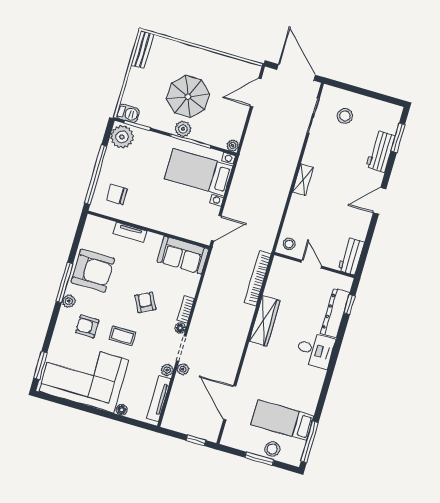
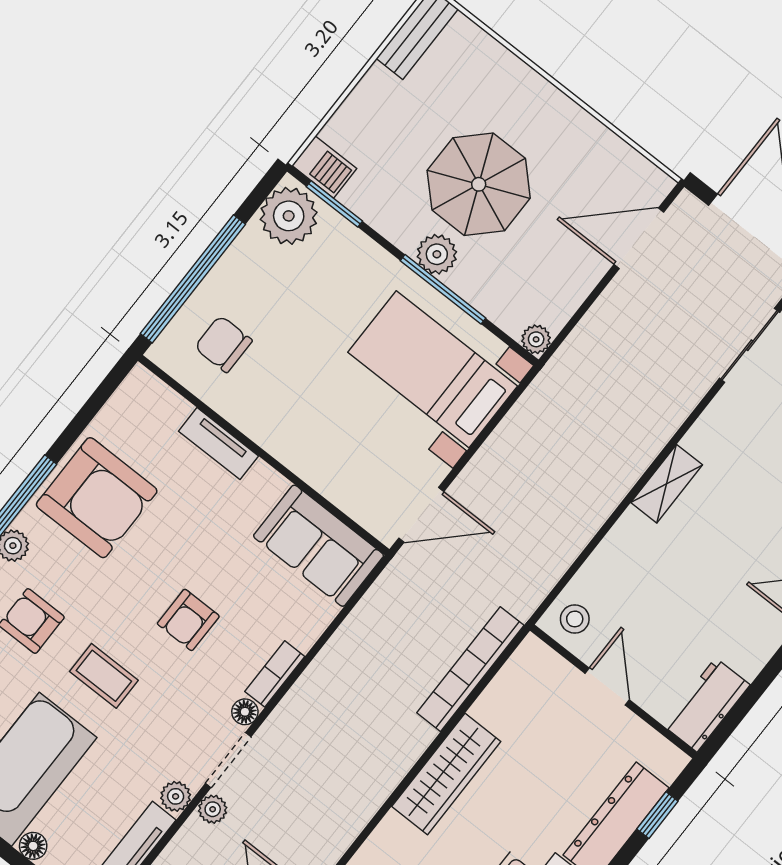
armchair: (145, 302) -> (188, 620), turned -153

